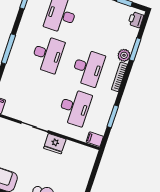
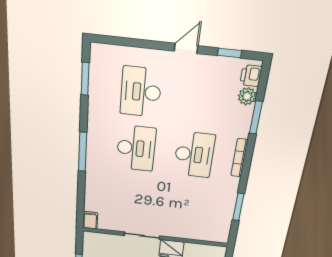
plant: (124, 55) -> (247, 96), moved
desk: (75, 107) -> (187, 205), removed
filing cabinet: (95, 139) -> (220, 236), removed

